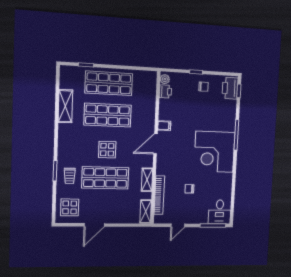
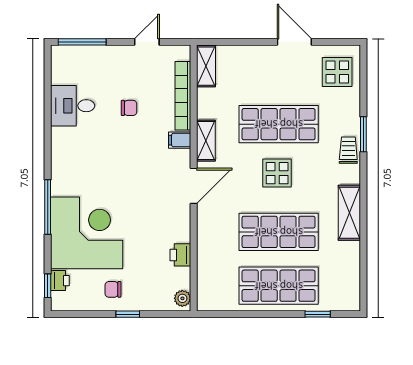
printer: (230, 88) -> (60, 281), width x0.53, depth x0.68
printer: (165, 92) -> (180, 255), moved
shelving: (65, 106) -> (349, 213), moved
filing cabinet: (164, 126) -> (180, 140), moved
corner desk: (214, 152) -> (87, 233), moved
trolley: (70, 176) -> (348, 150), moved
shelving: (147, 180) -> (206, 141), moved
desk: (220, 212) -> (73, 106), moved, turned -90
door: (94, 225) -> (294, 42), hinge flipped

